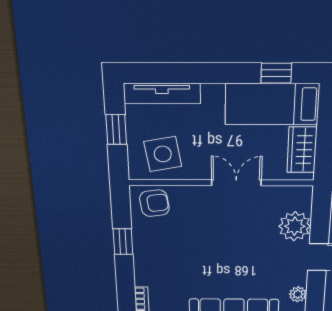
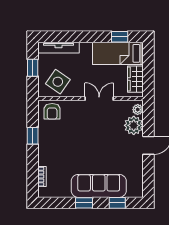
side table: (163, 154) -> (58, 82), turned 45
armchair: (154, 203) -> (52, 111), turned 98
plant: (298, 294) -> (138, 110), moved

